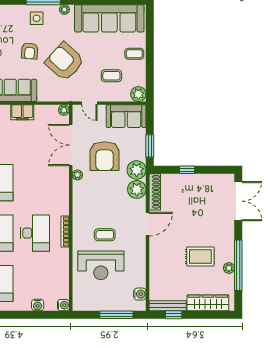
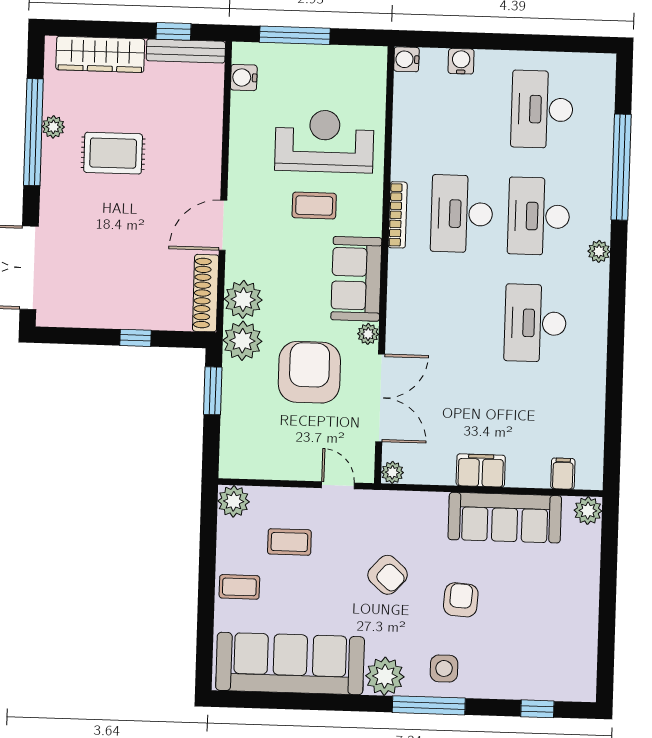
plant: (64, 9) -> (385, 676), width x1.88, depth x1.88
armchair: (65, 62) -> (388, 575), width x0.53, depth x0.53
sofa: (126, 116) -> (356, 279), moved, turned -90

